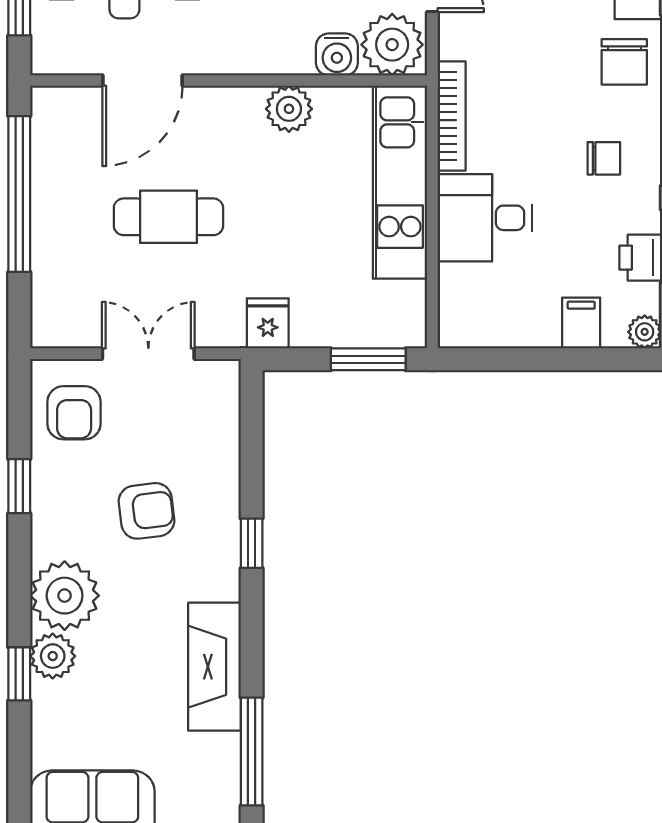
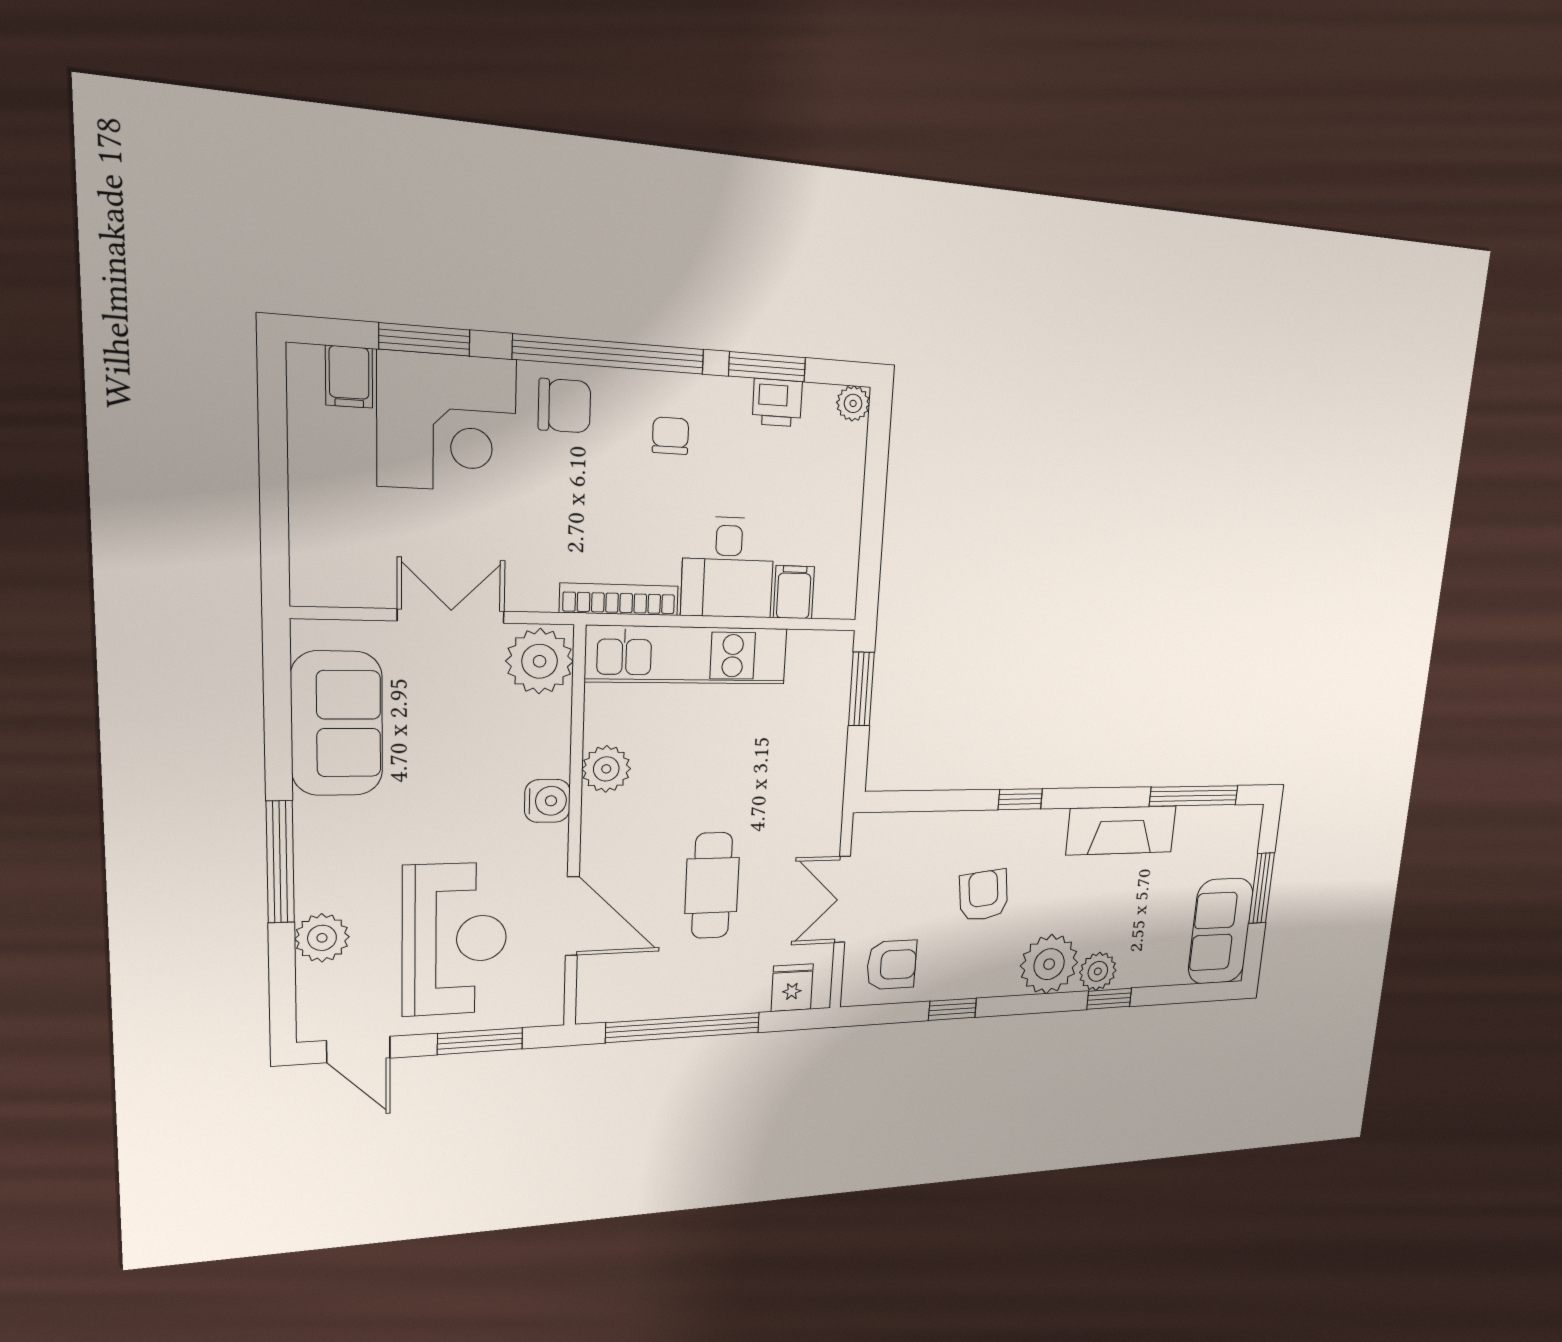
water cooler: (337, 54) -> (547, 801), moved
fridge: (268, 323) -> (792, 988), moved, turned 90
filing cabinet: (581, 323) -> (794, 592), moved, turned 90

